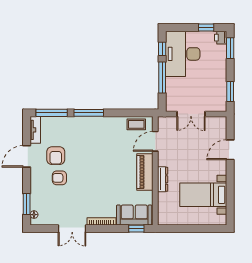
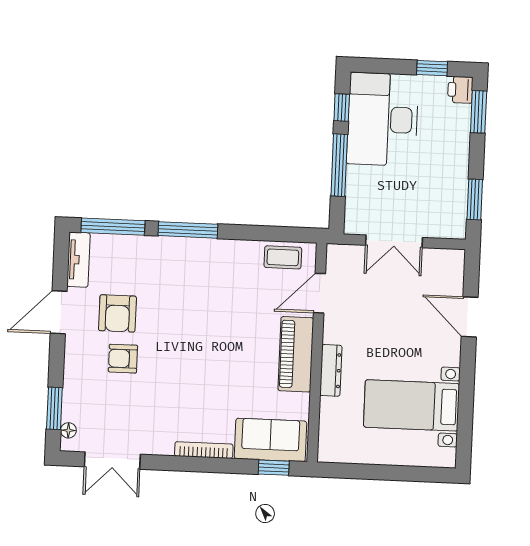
door: (230, 150) -> (470, 317), hinge flipped
double door: (72, 229) -> (112, 461), moved

